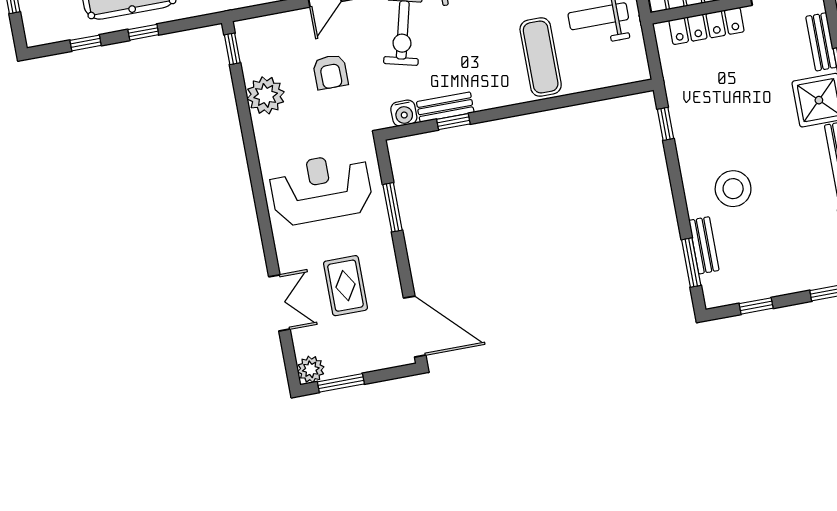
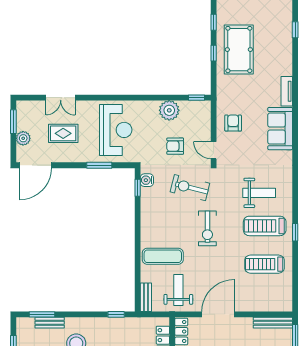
bench: (445, 107) -> (146, 297), moved
window: (453, 122) -> (138, 188), moved
plant: (311, 369) -> (23, 138), moved

